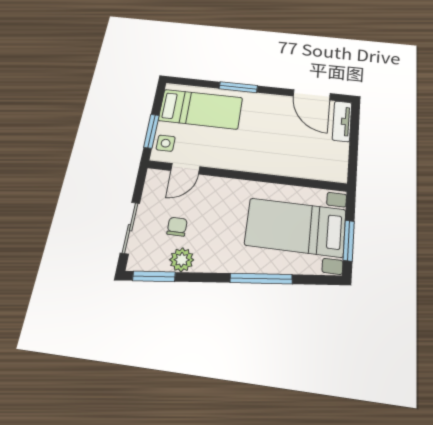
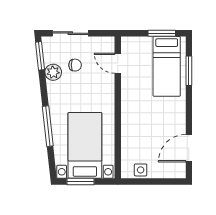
window: (238, 87) -> (189, 71), moved
tv unit: (342, 121) -> (169, 172), removed
window: (151, 131) -> (162, 33), moved
side table: (166, 143) -> (141, 170), moved

